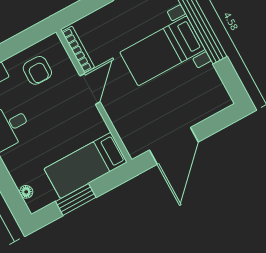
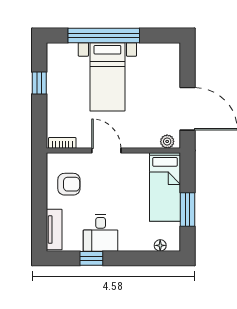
bookcase: (78, 49) -> (62, 143), width x0.64
plant: (131, 143) -> (167, 141), added

